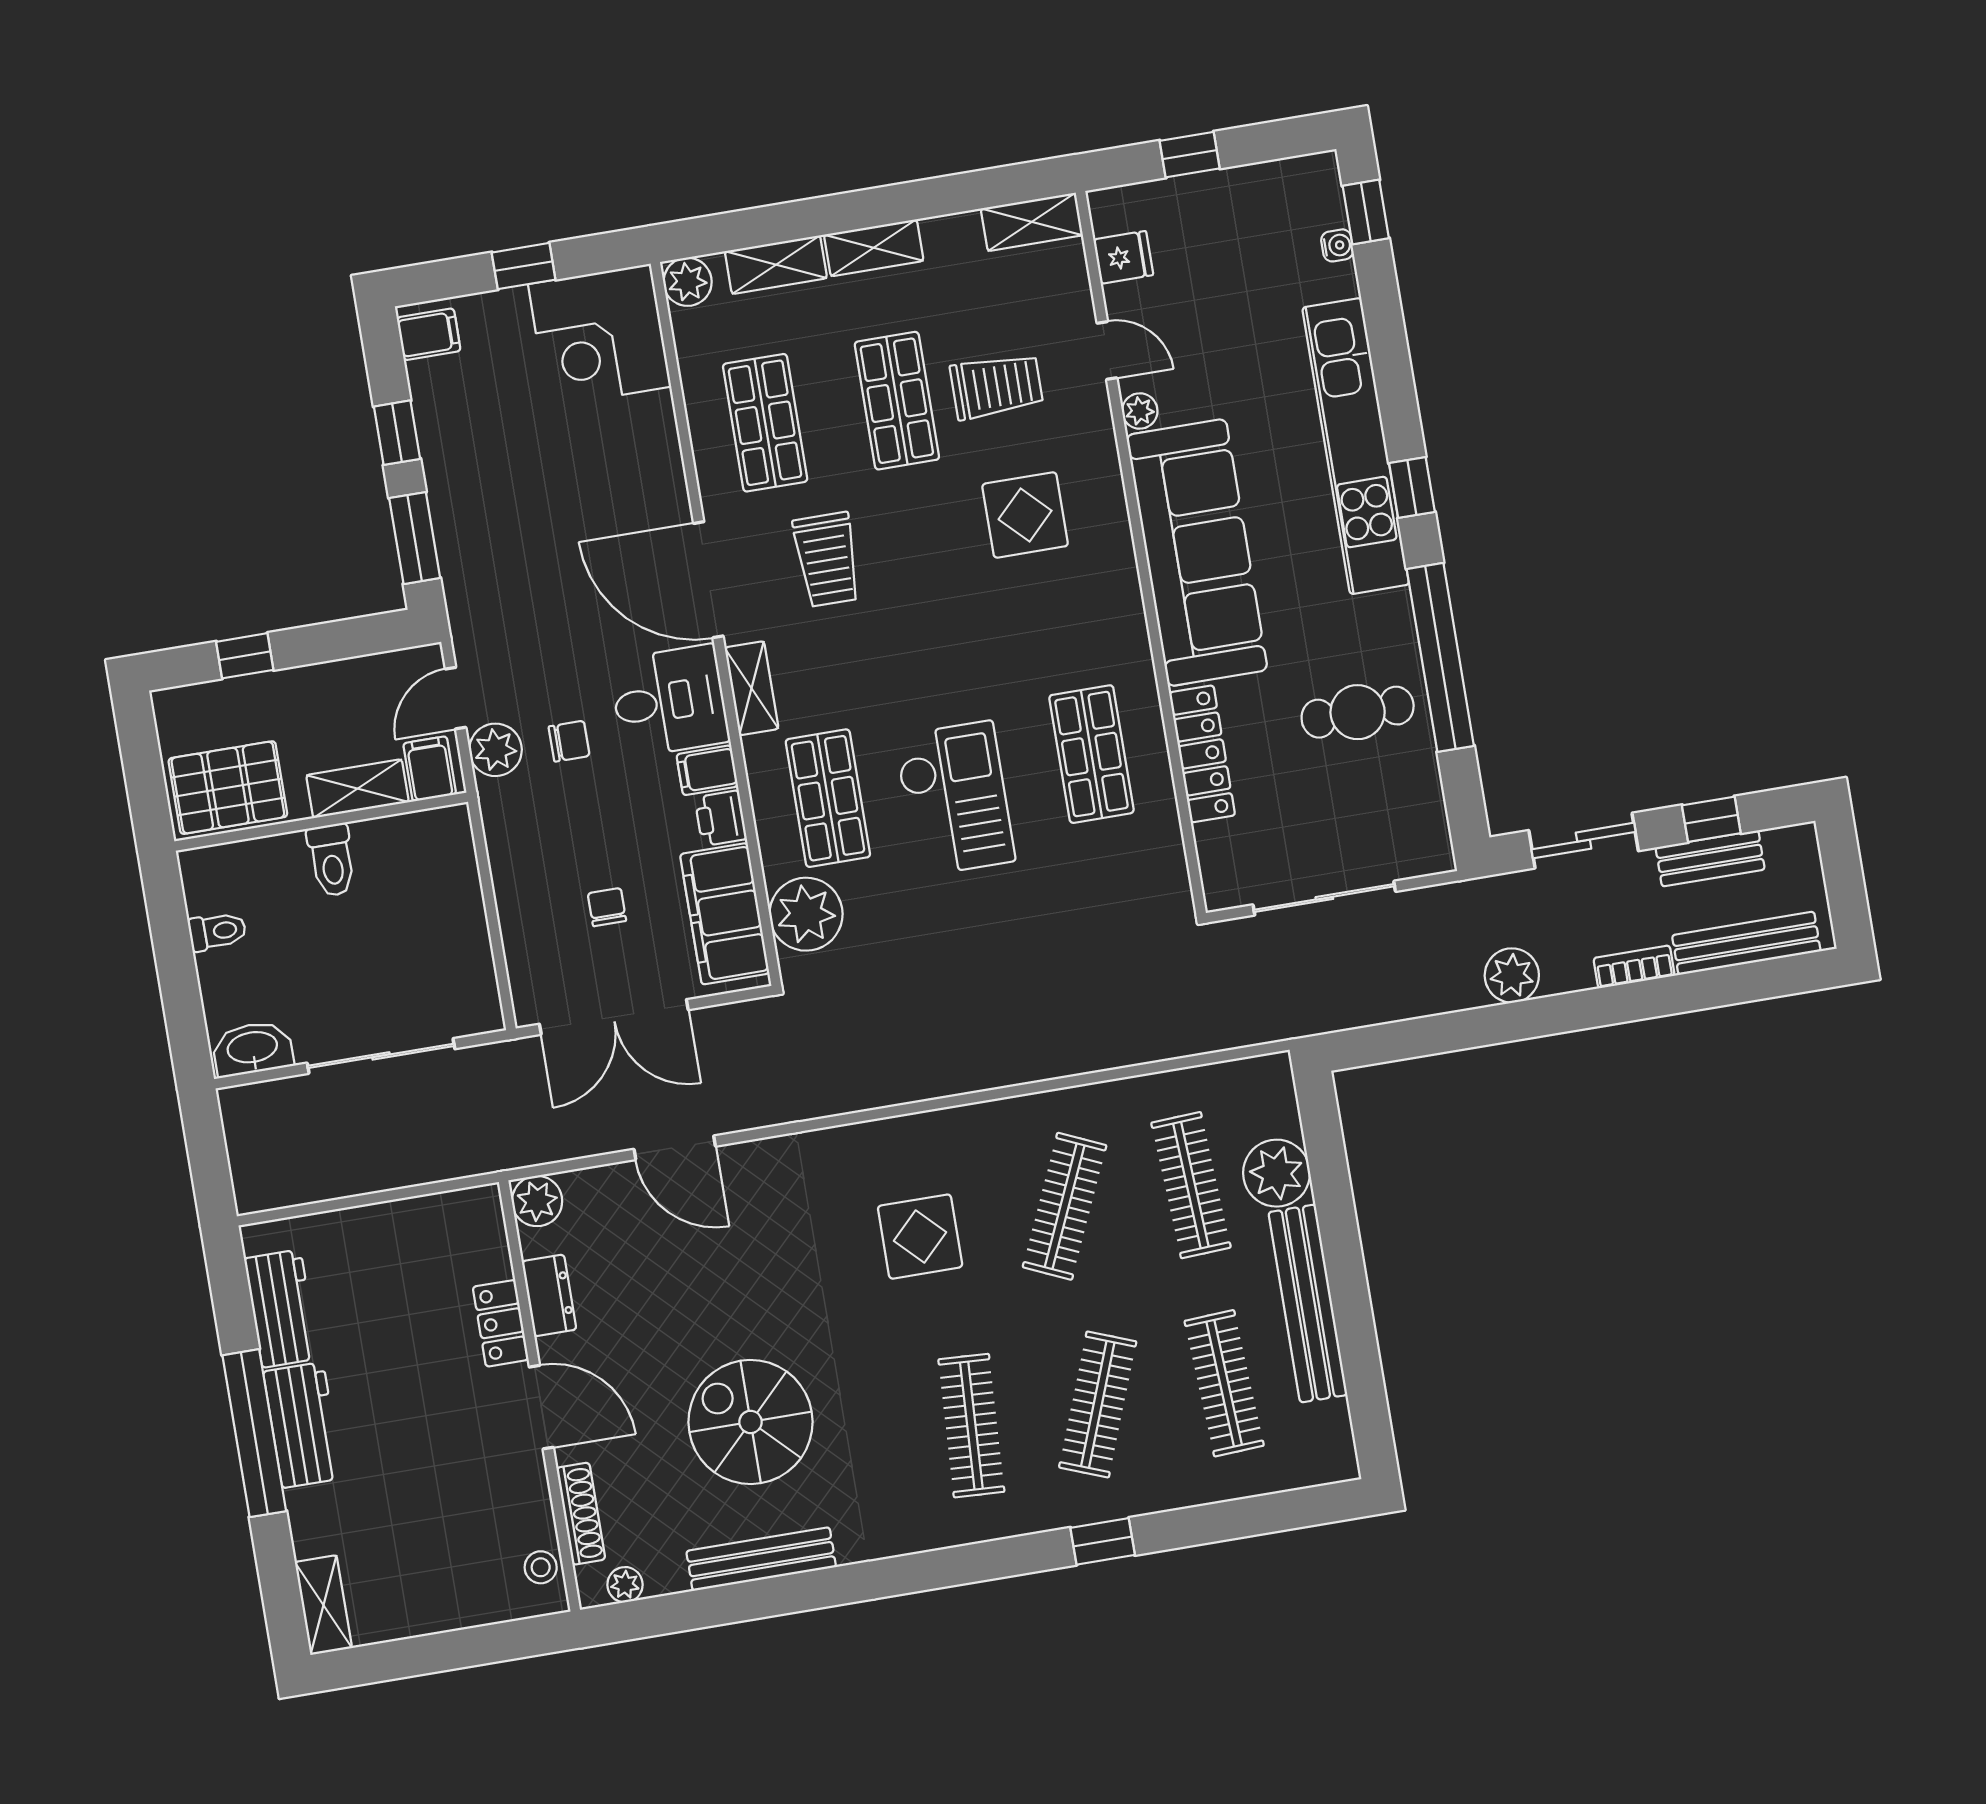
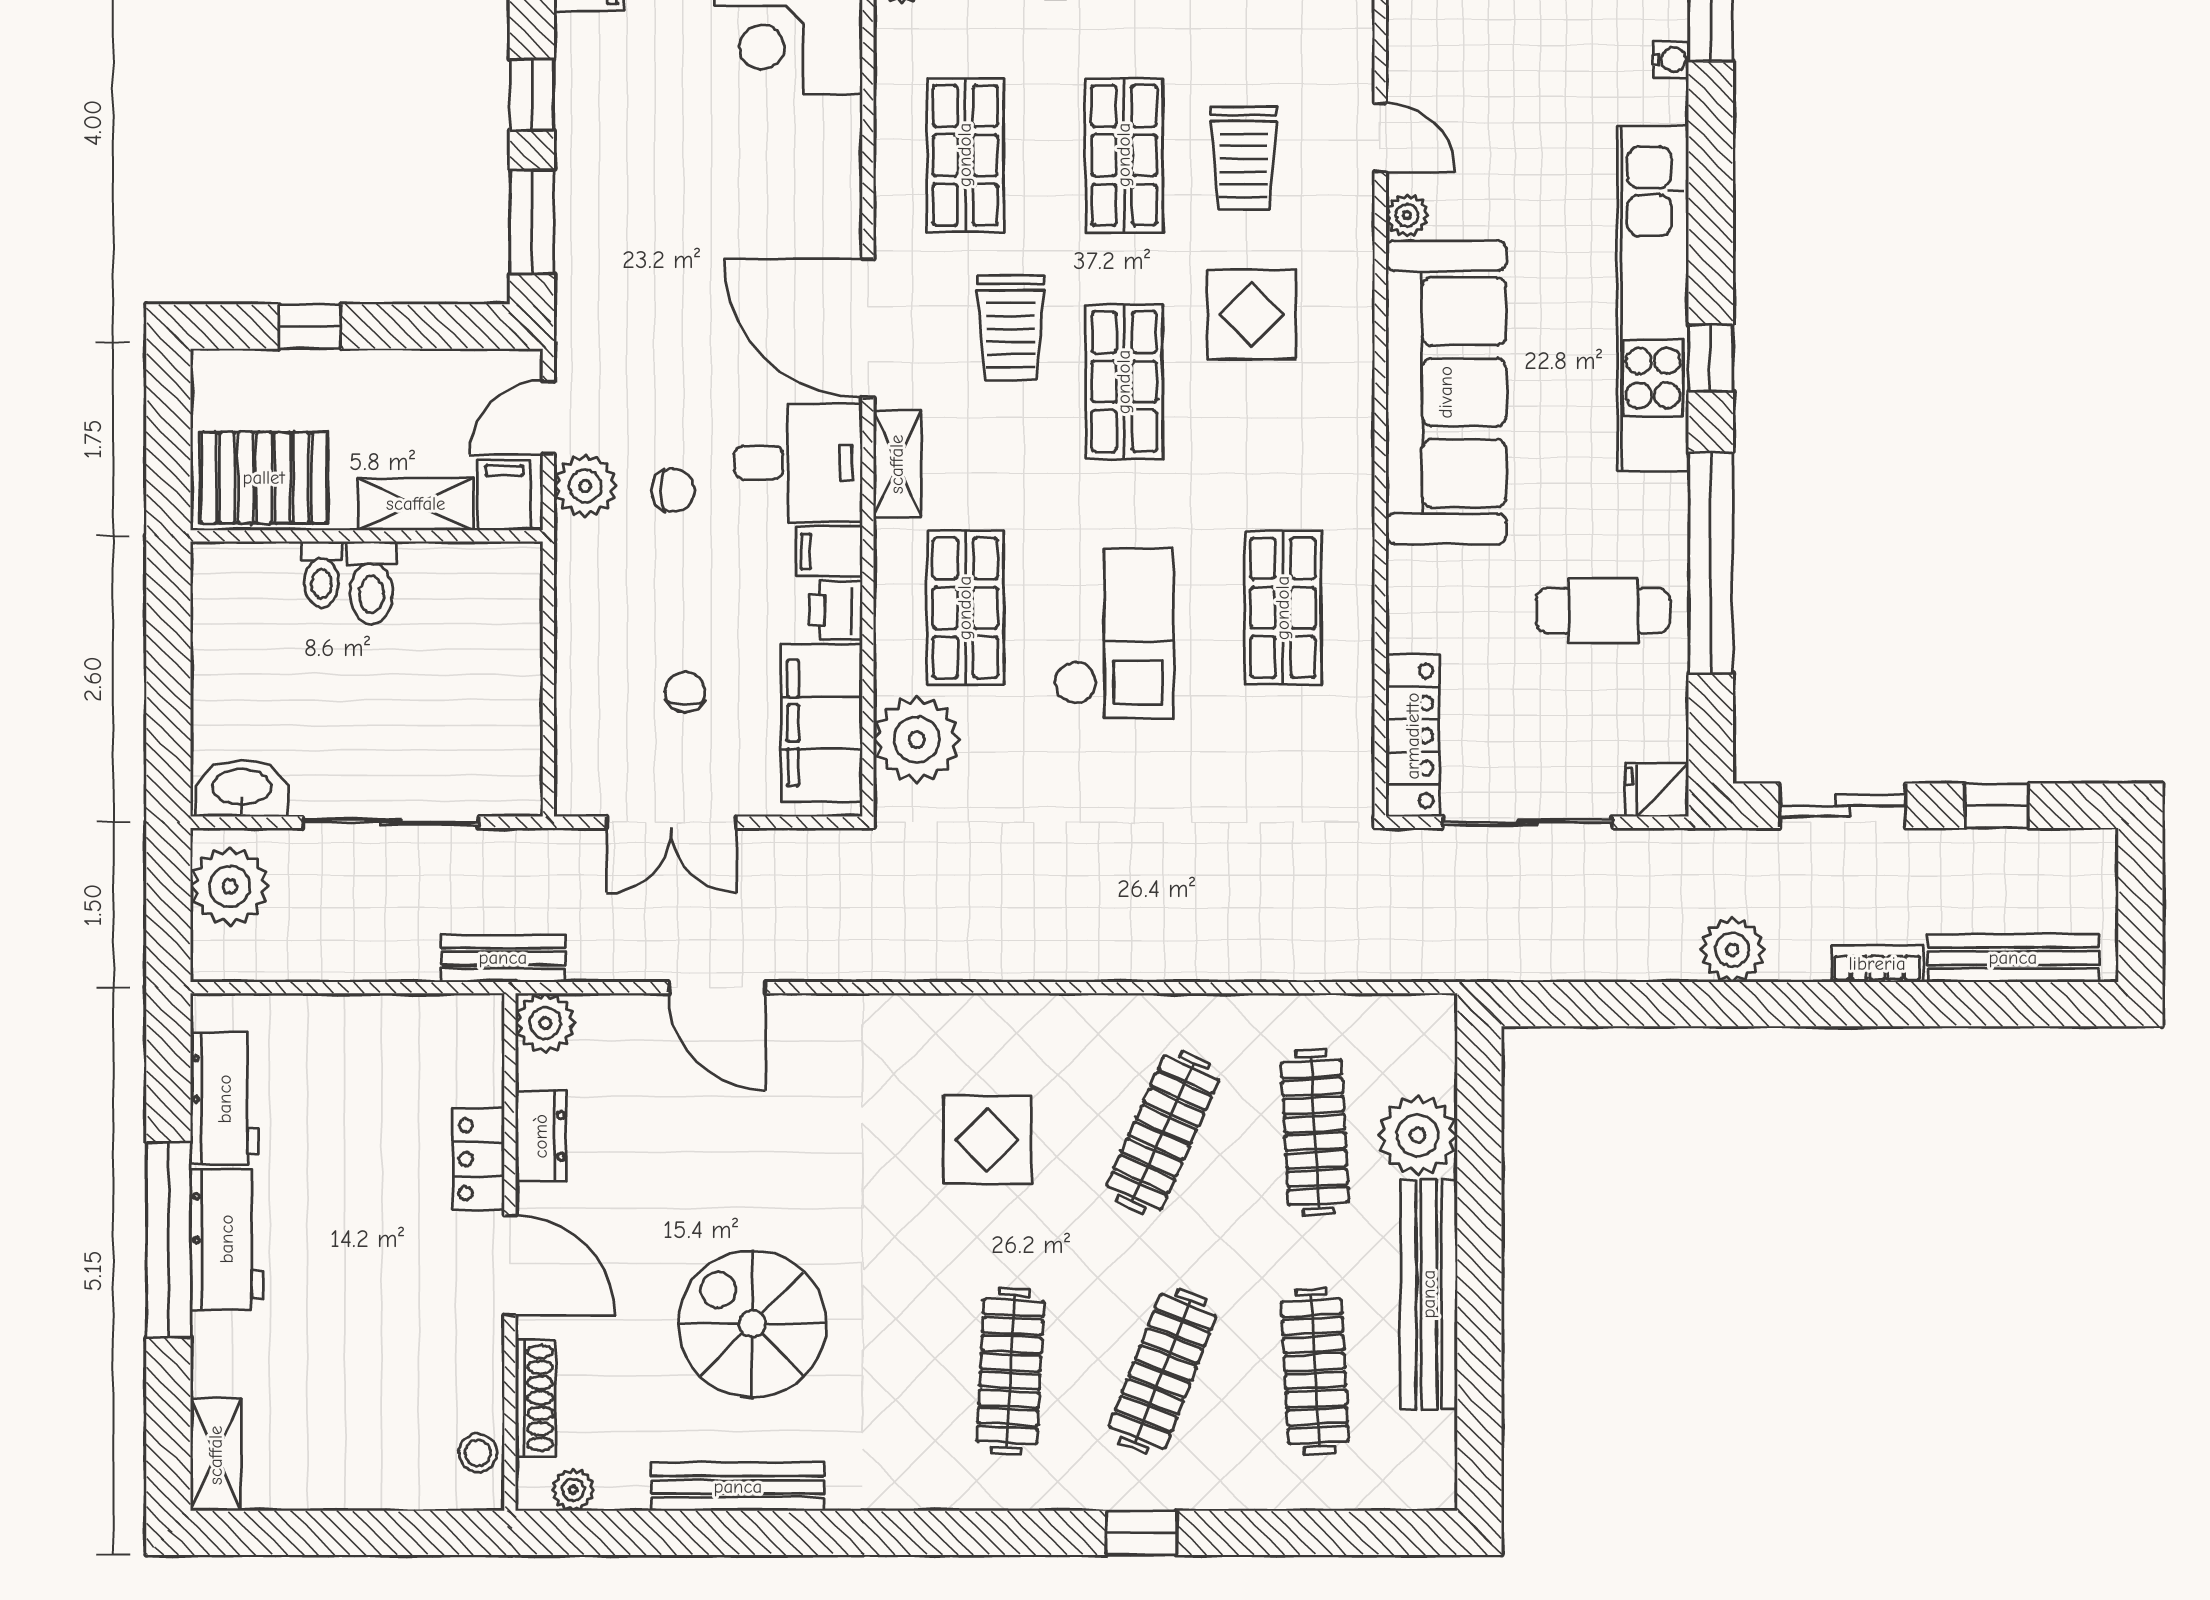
fridge: (1123, 257) -> (1657, 790), moved, turned 180
trolley: (996, 386) -> (1244, 158), turned 90
shop shelf: (928, 588) -> (1124, 382), added
locker: (1202, 754) -> (1413, 736), moved
bench: (1710, 858) -> (503, 958), moved
toilet: (217, 931) -> (321, 574), moved, turned 90
double door: (614, 1017) -> (671, 822), width x0.73
plant: (256, 1132) -> (230, 887), added

